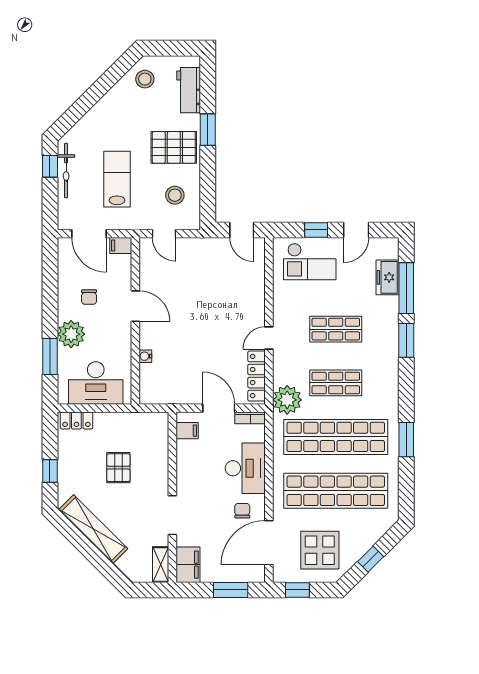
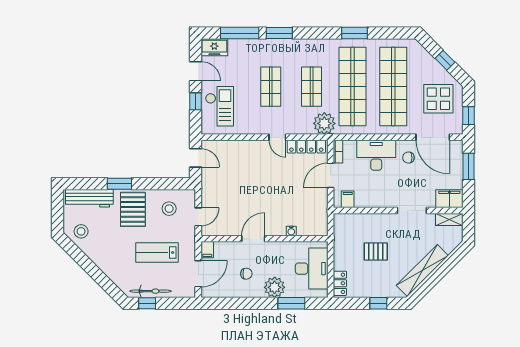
workbench: (189, 90) -> (89, 198), width x1.38
door: (242, 230) -> (195, 158), hinge flipped
freezer: (388, 277) -> (214, 47), moved

